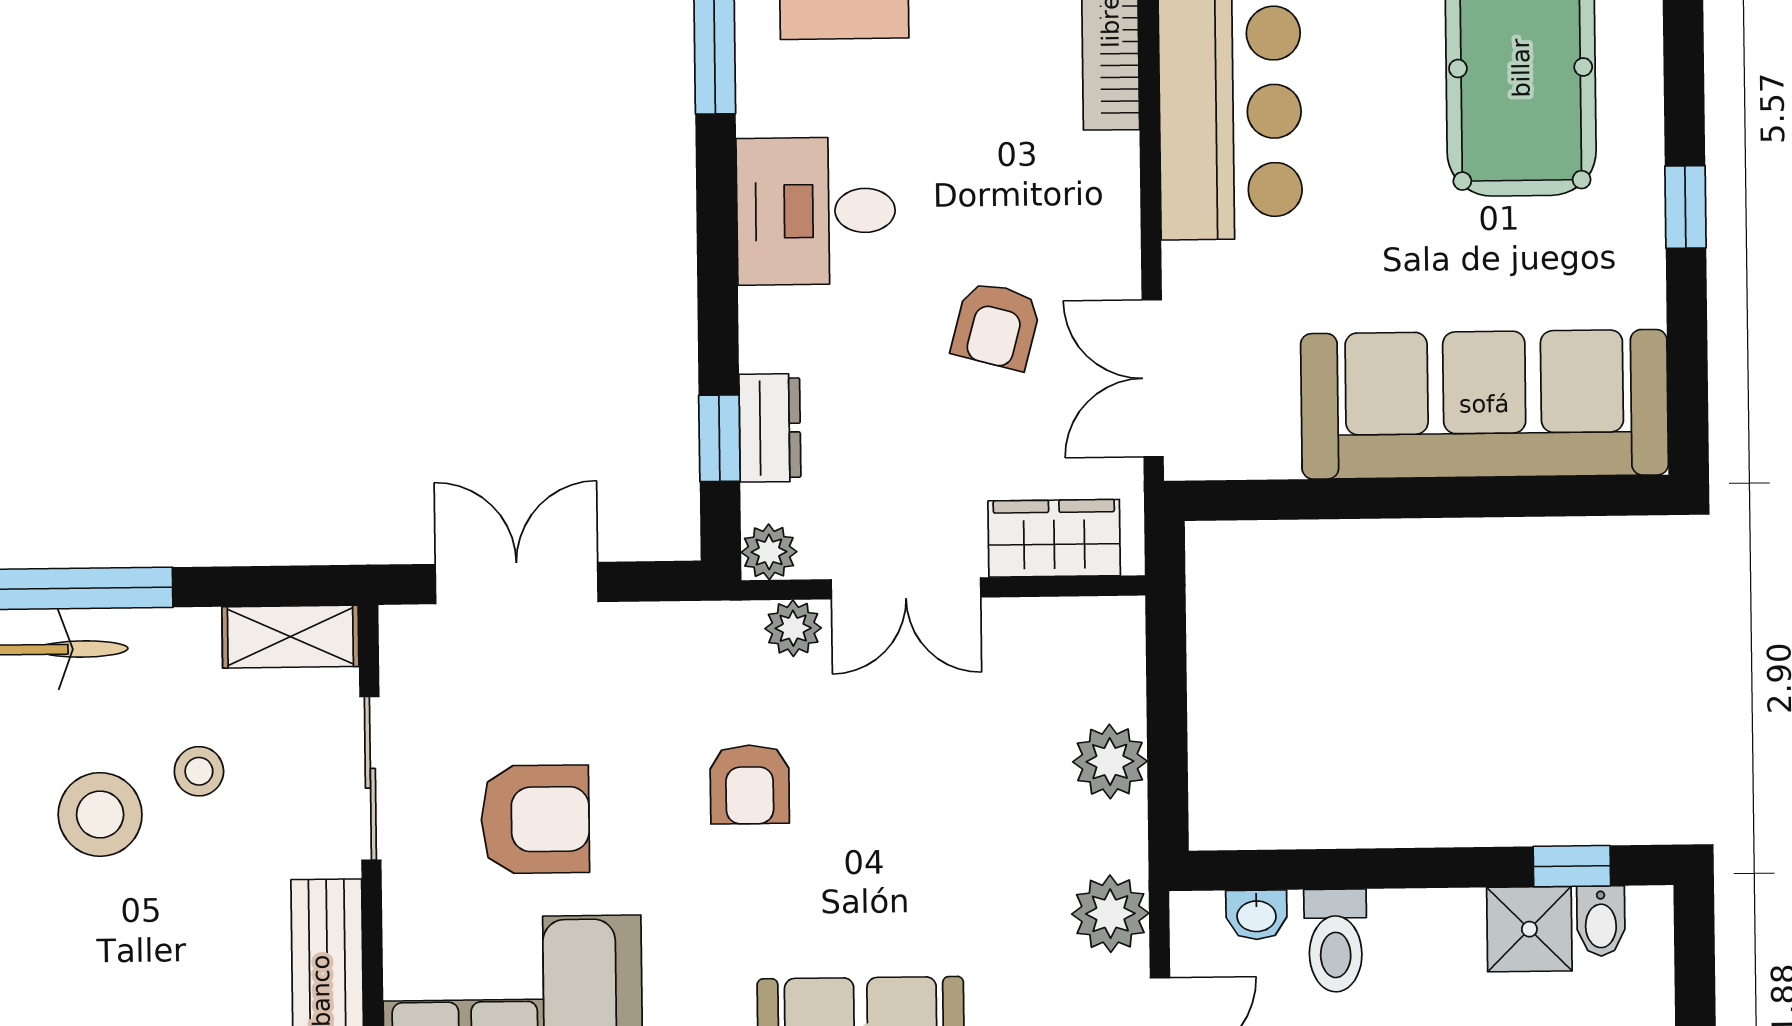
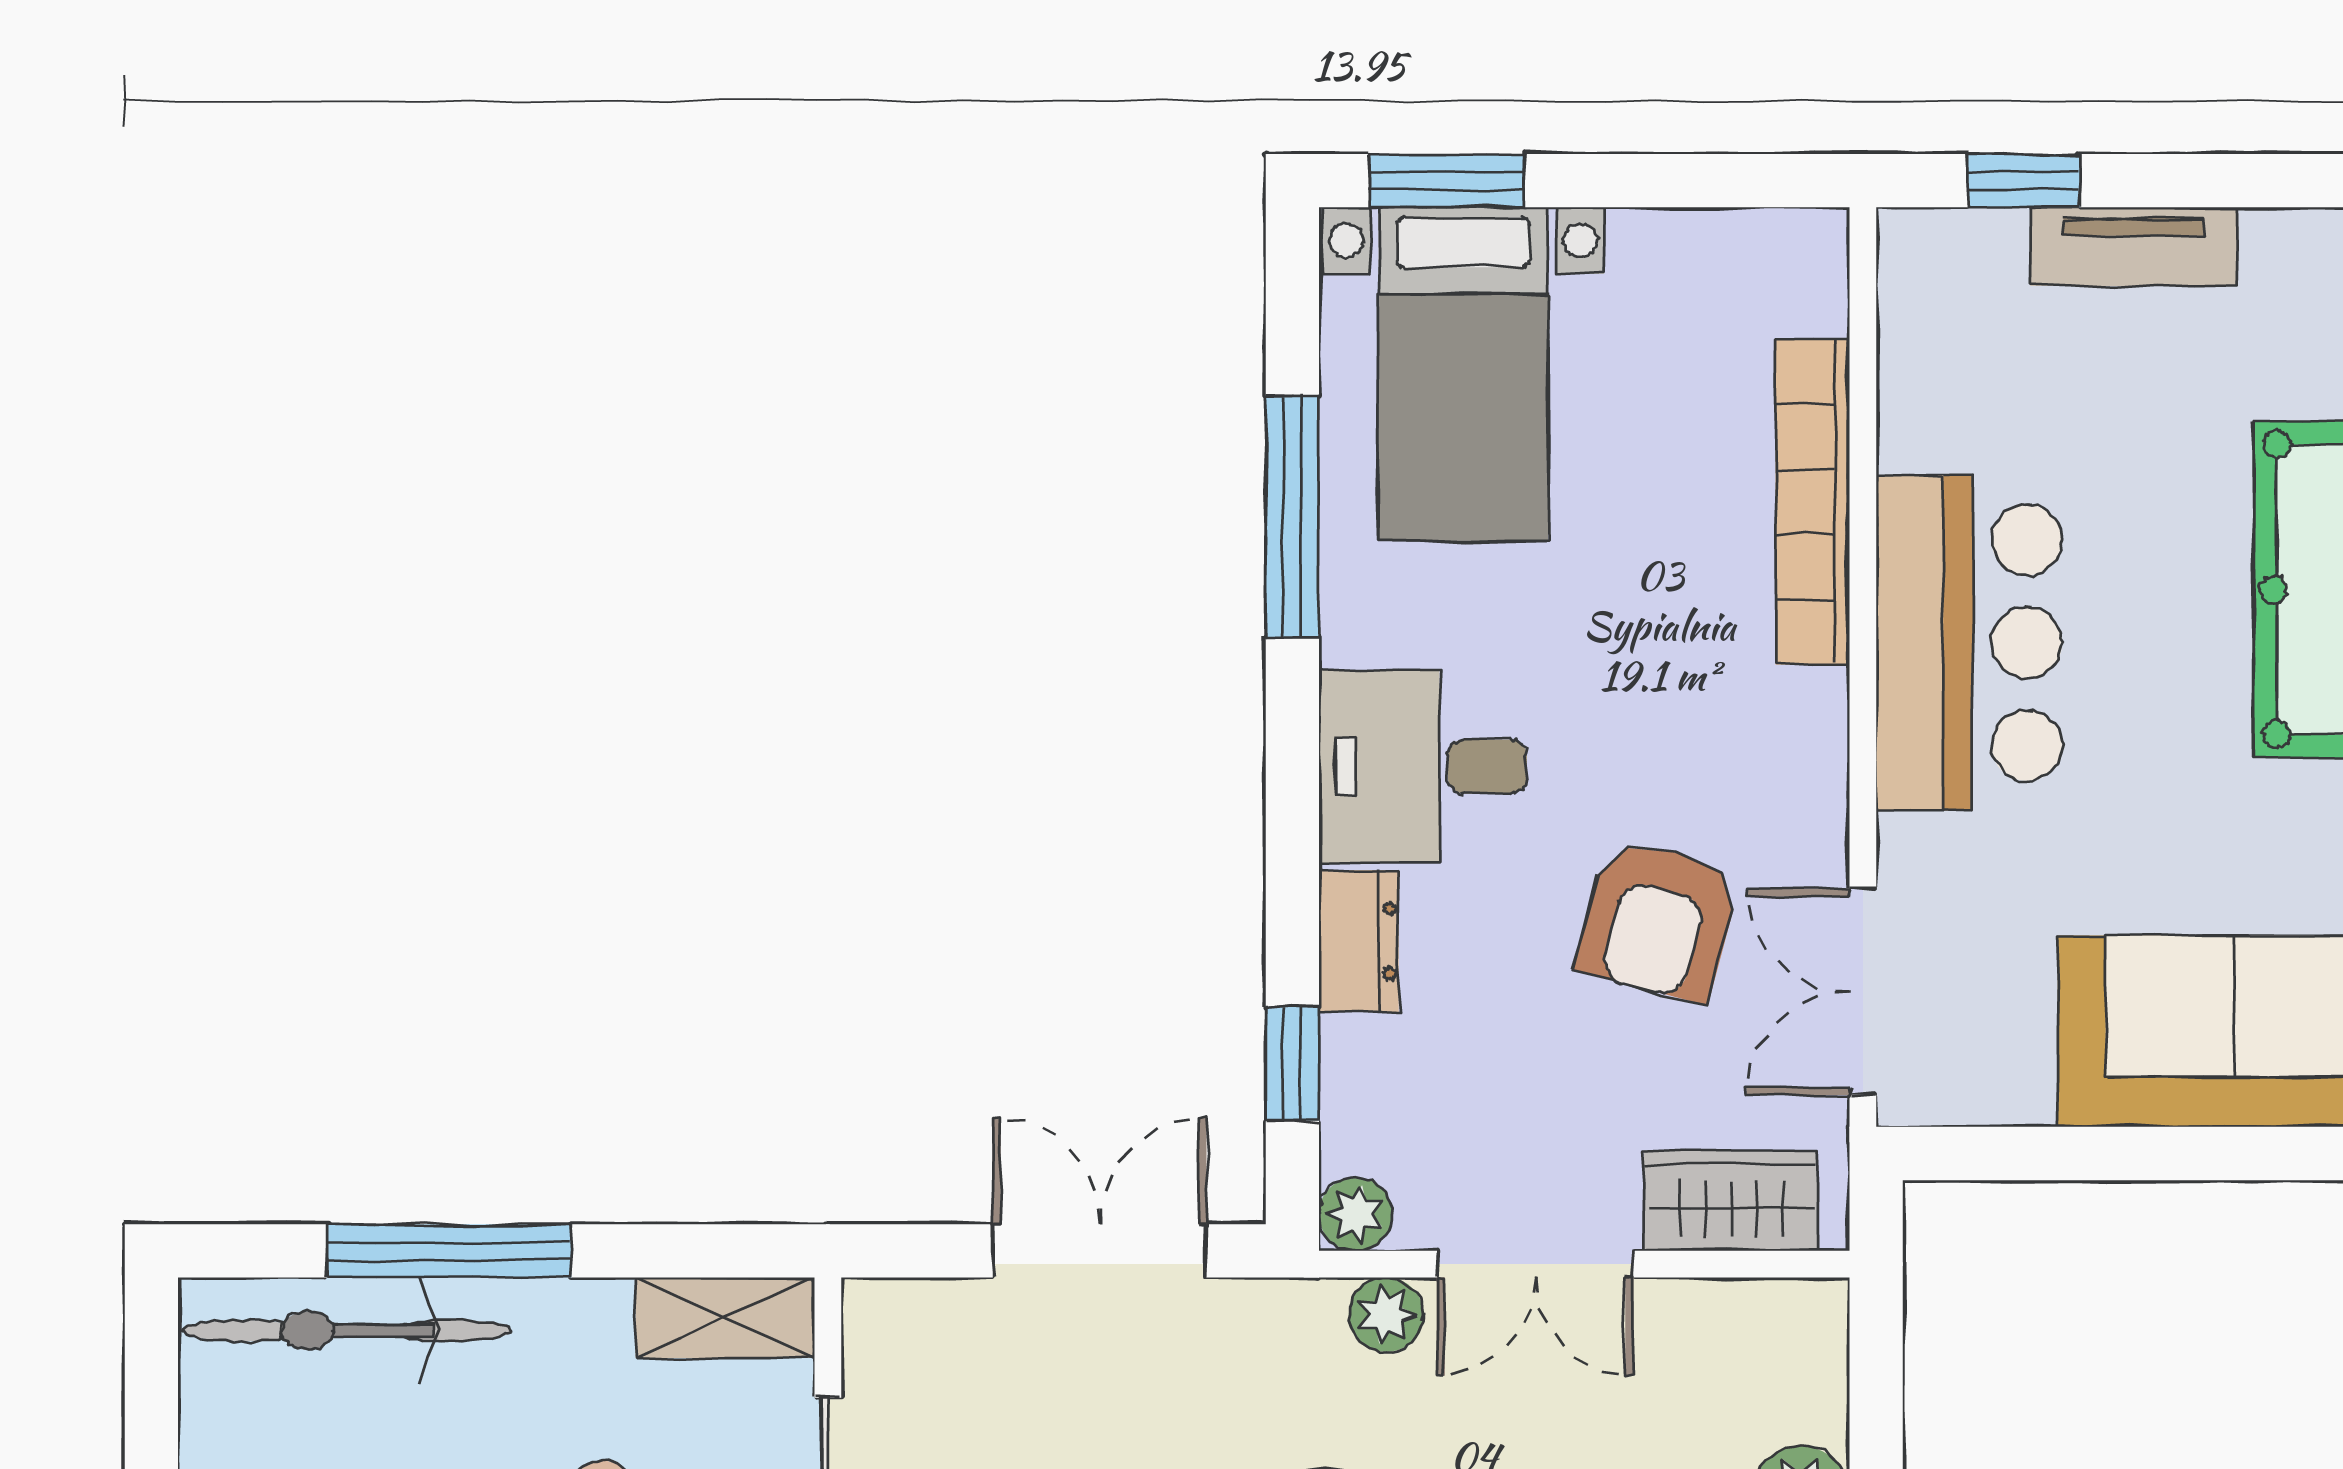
armchair: (996, 326) -> (1658, 920), width x1.38, depth x1.38
dresser: (770, 428) -> (1359, 941), moved
double door: (517, 583) -> (1100, 1251), moved

